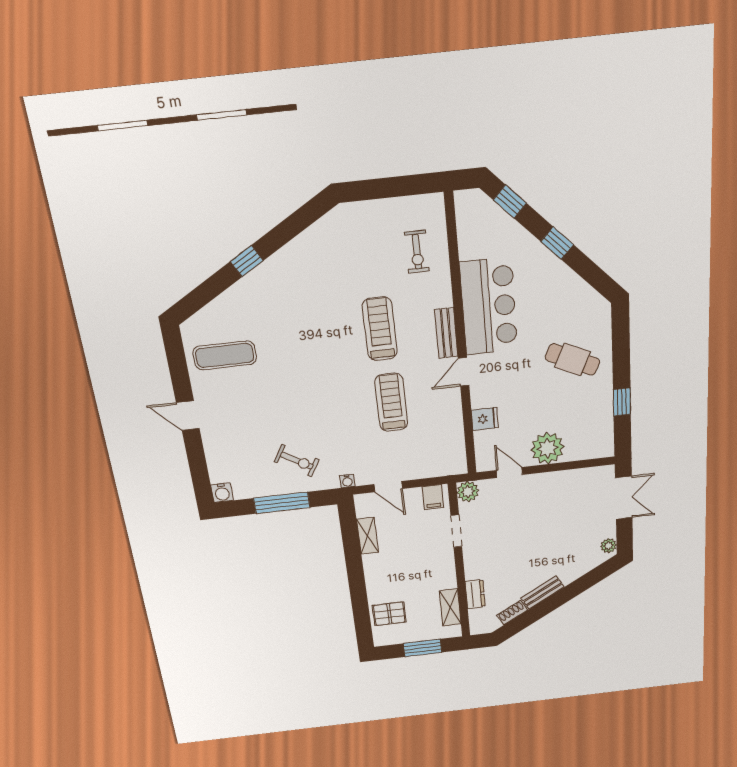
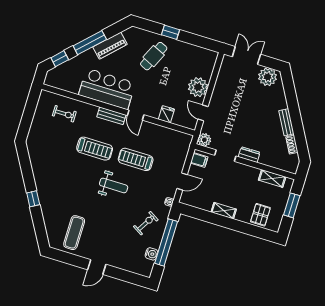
window: (557, 243) -> (90, 43), width x2.17
piano: (564, 280) -> (110, 46), added
treadmill: (380, 329) -> (95, 149), turned 180
weight bench: (333, 386) -> (114, 185), added
window: (622, 402) -> (171, 32), moved
door: (509, 473) -> (203, 113), hinge flipped
water cooler: (222, 493) -> (151, 254), moved
window: (282, 503) -> (166, 242), width x1.46
shelving: (368, 536) -> (224, 211), moved
plant: (609, 546) -> (268, 77), width x1.88, depth x1.88
dresser: (475, 594) -> (249, 155), moved

